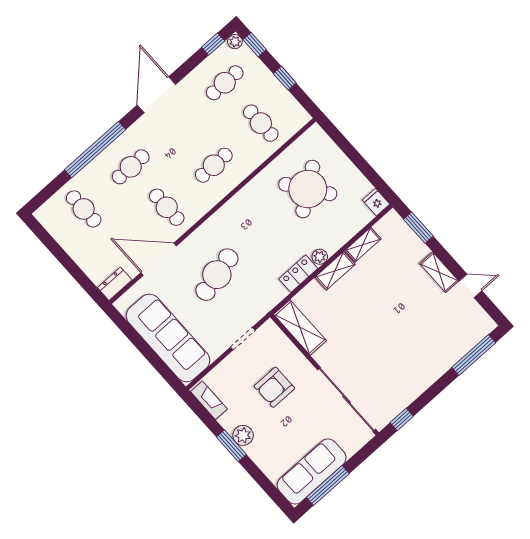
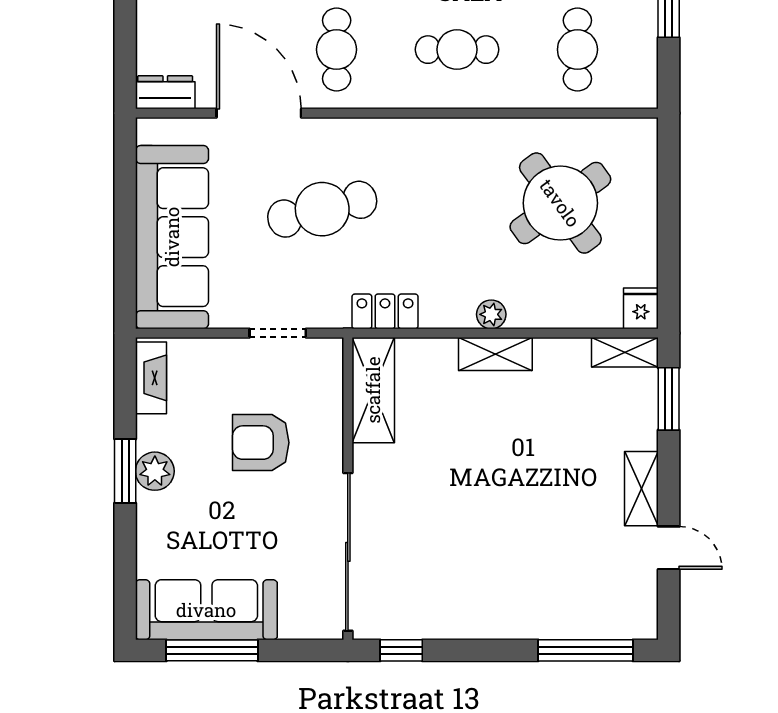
shelving: (363, 245) -> (625, 352), moved
locker: (298, 274) -> (385, 311), moved

